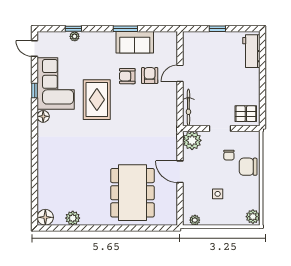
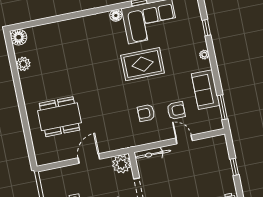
window: (125, 29) -> (222, 107), moved
plant: (75, 36) -> (204, 55), moved
armchair: (127, 76) -> (146, 113), moved, turned -90
dining table: (132, 193) -> (59, 117), width x0.73, depth x0.80
plant: (195, 220) -> (45, 182), removed

